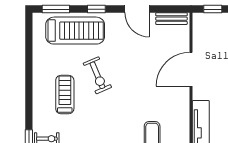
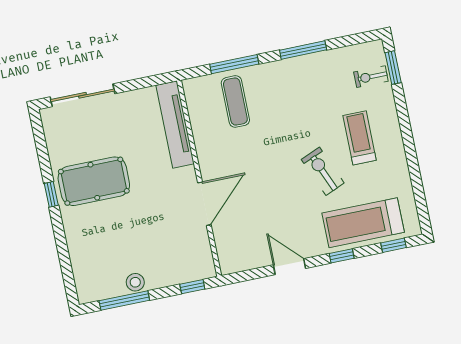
window: (56, 9) -> (393, 245), width x0.67
bench: (171, 19) -> (243, 263), removed
treadmill: (65, 95) -> (360, 138), turned 180

